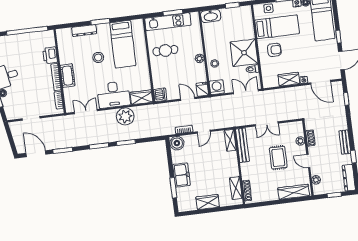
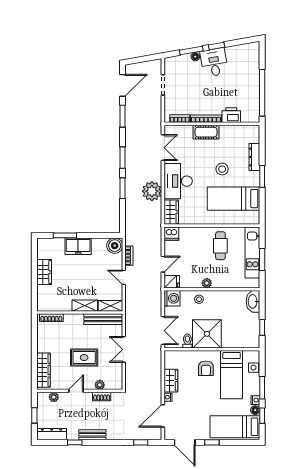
shelving: (236, 188) -> (85, 306), moved

